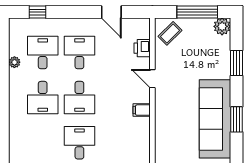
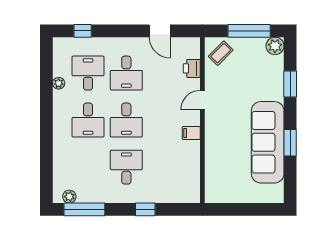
desk: (79, 52) -> (126, 73), turned 180
door: (152, 79) -> (202, 100), hinge flipped

